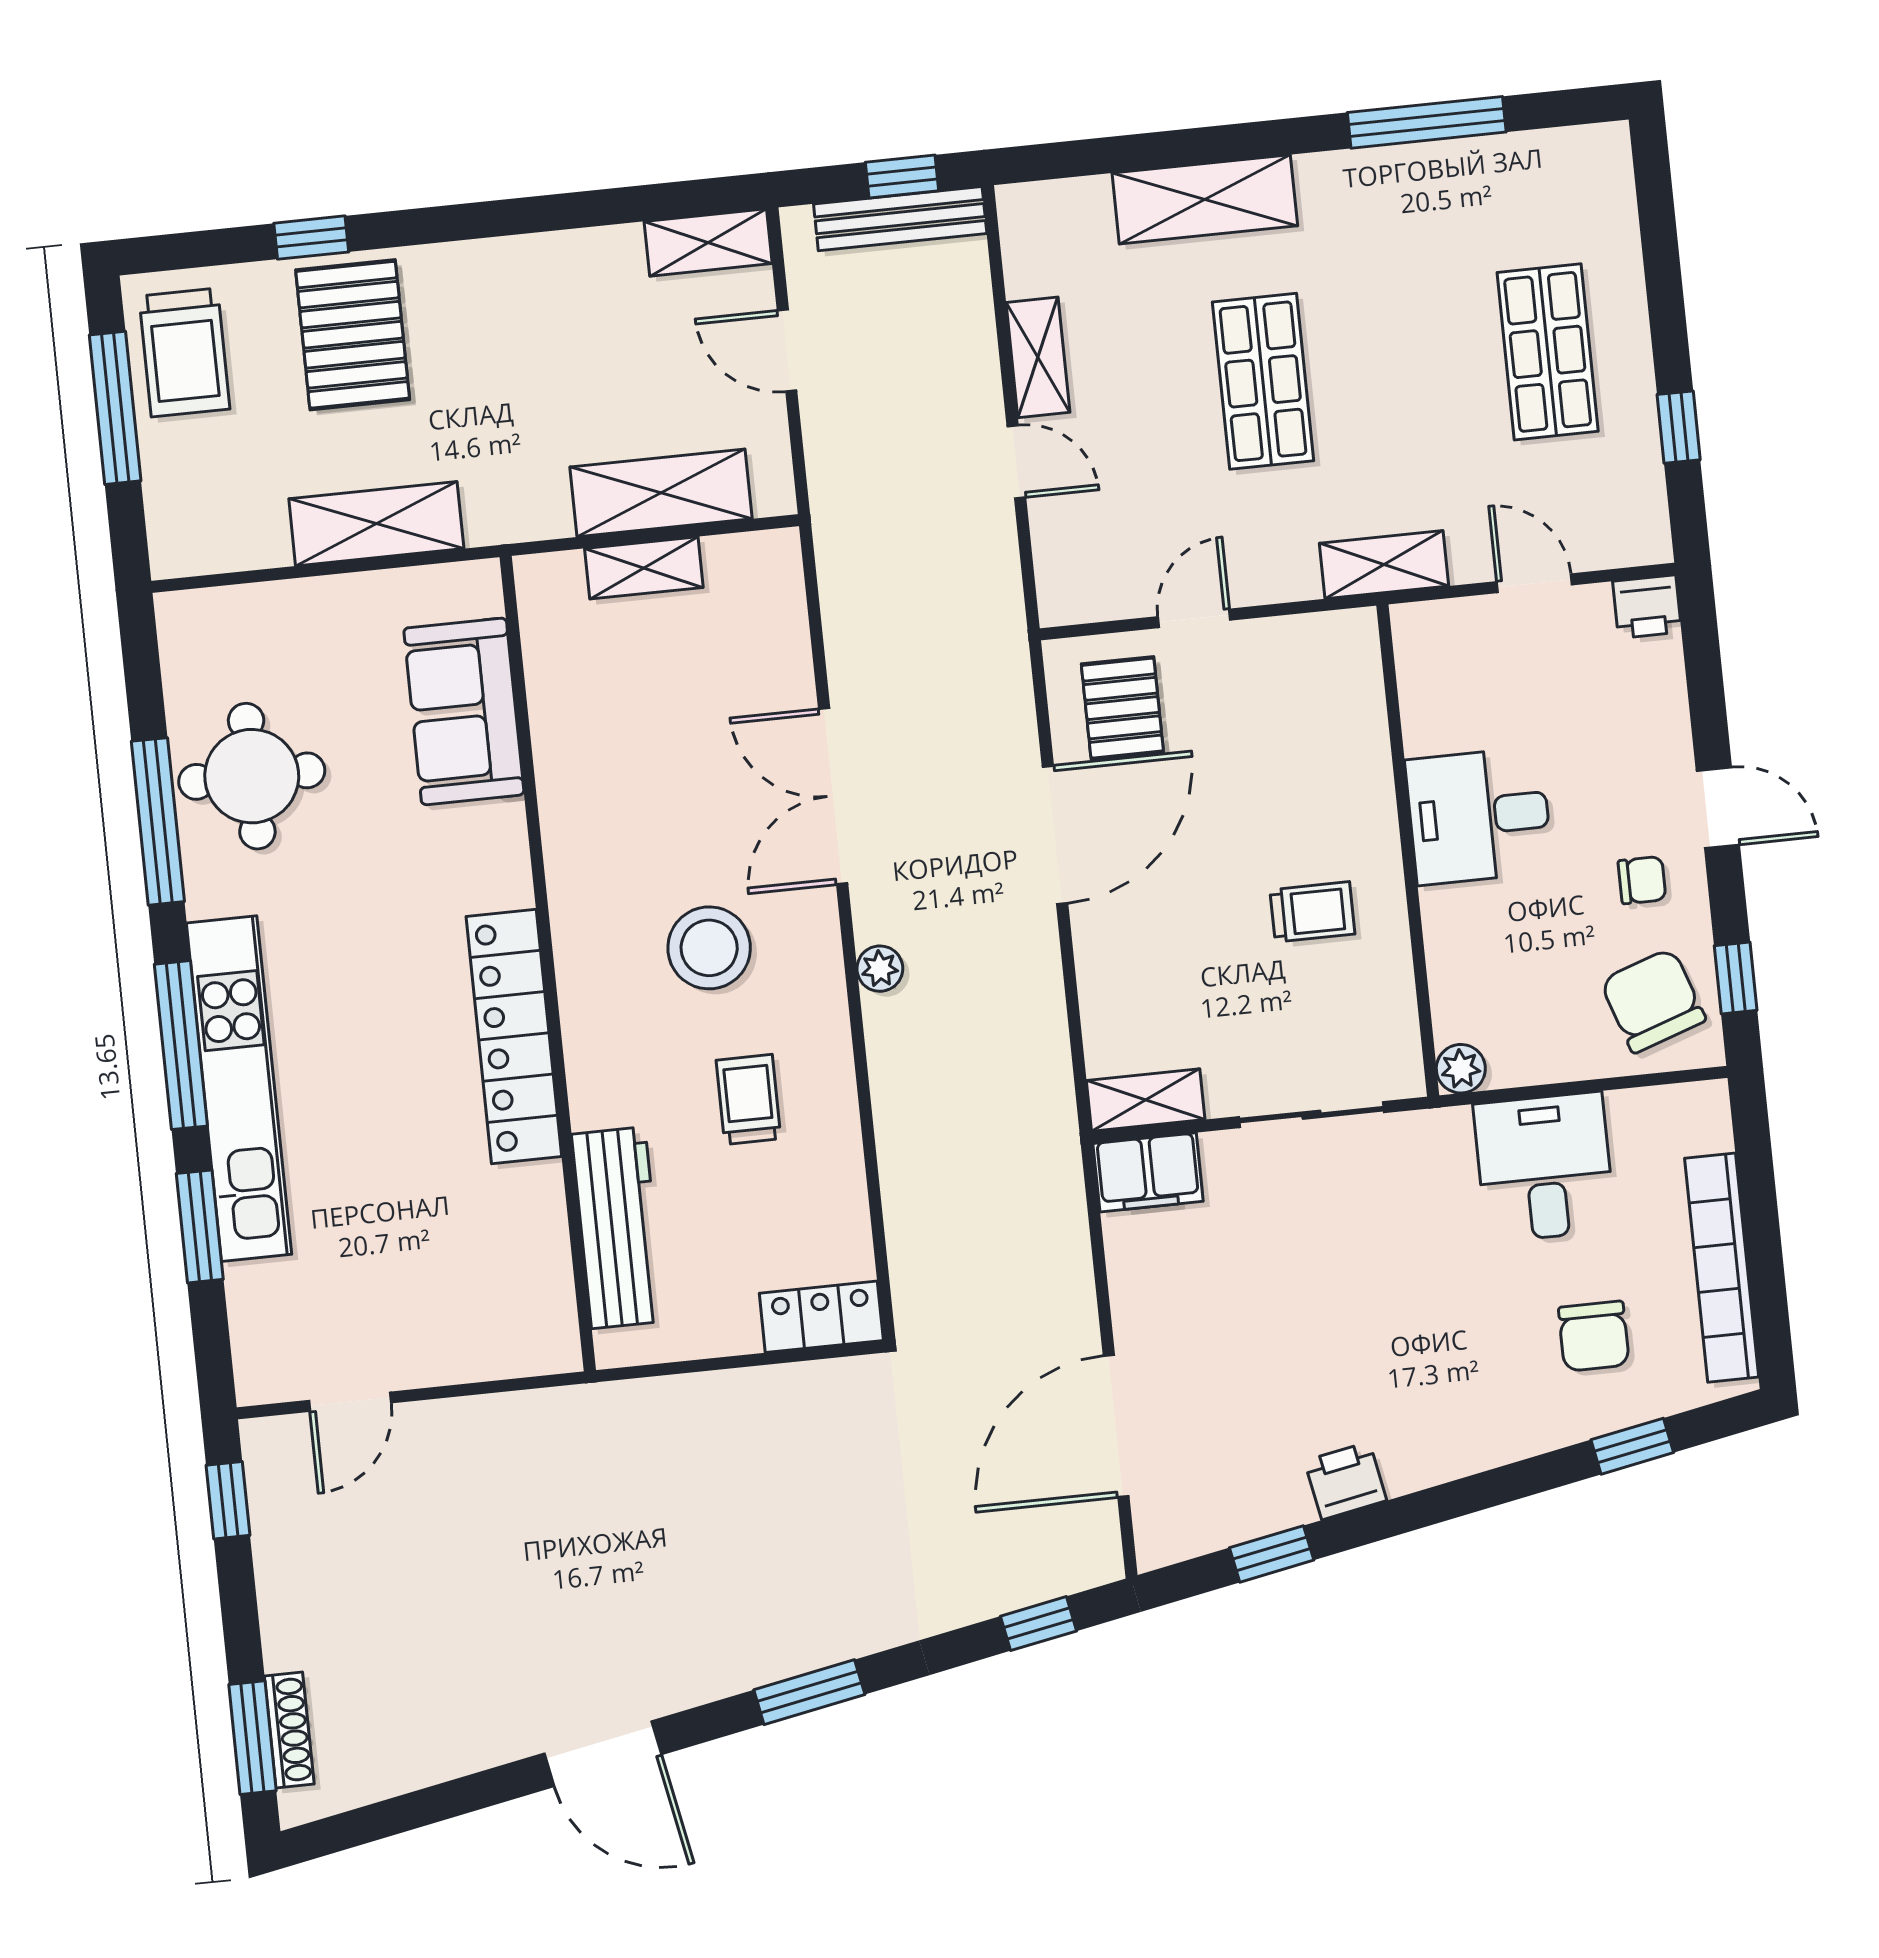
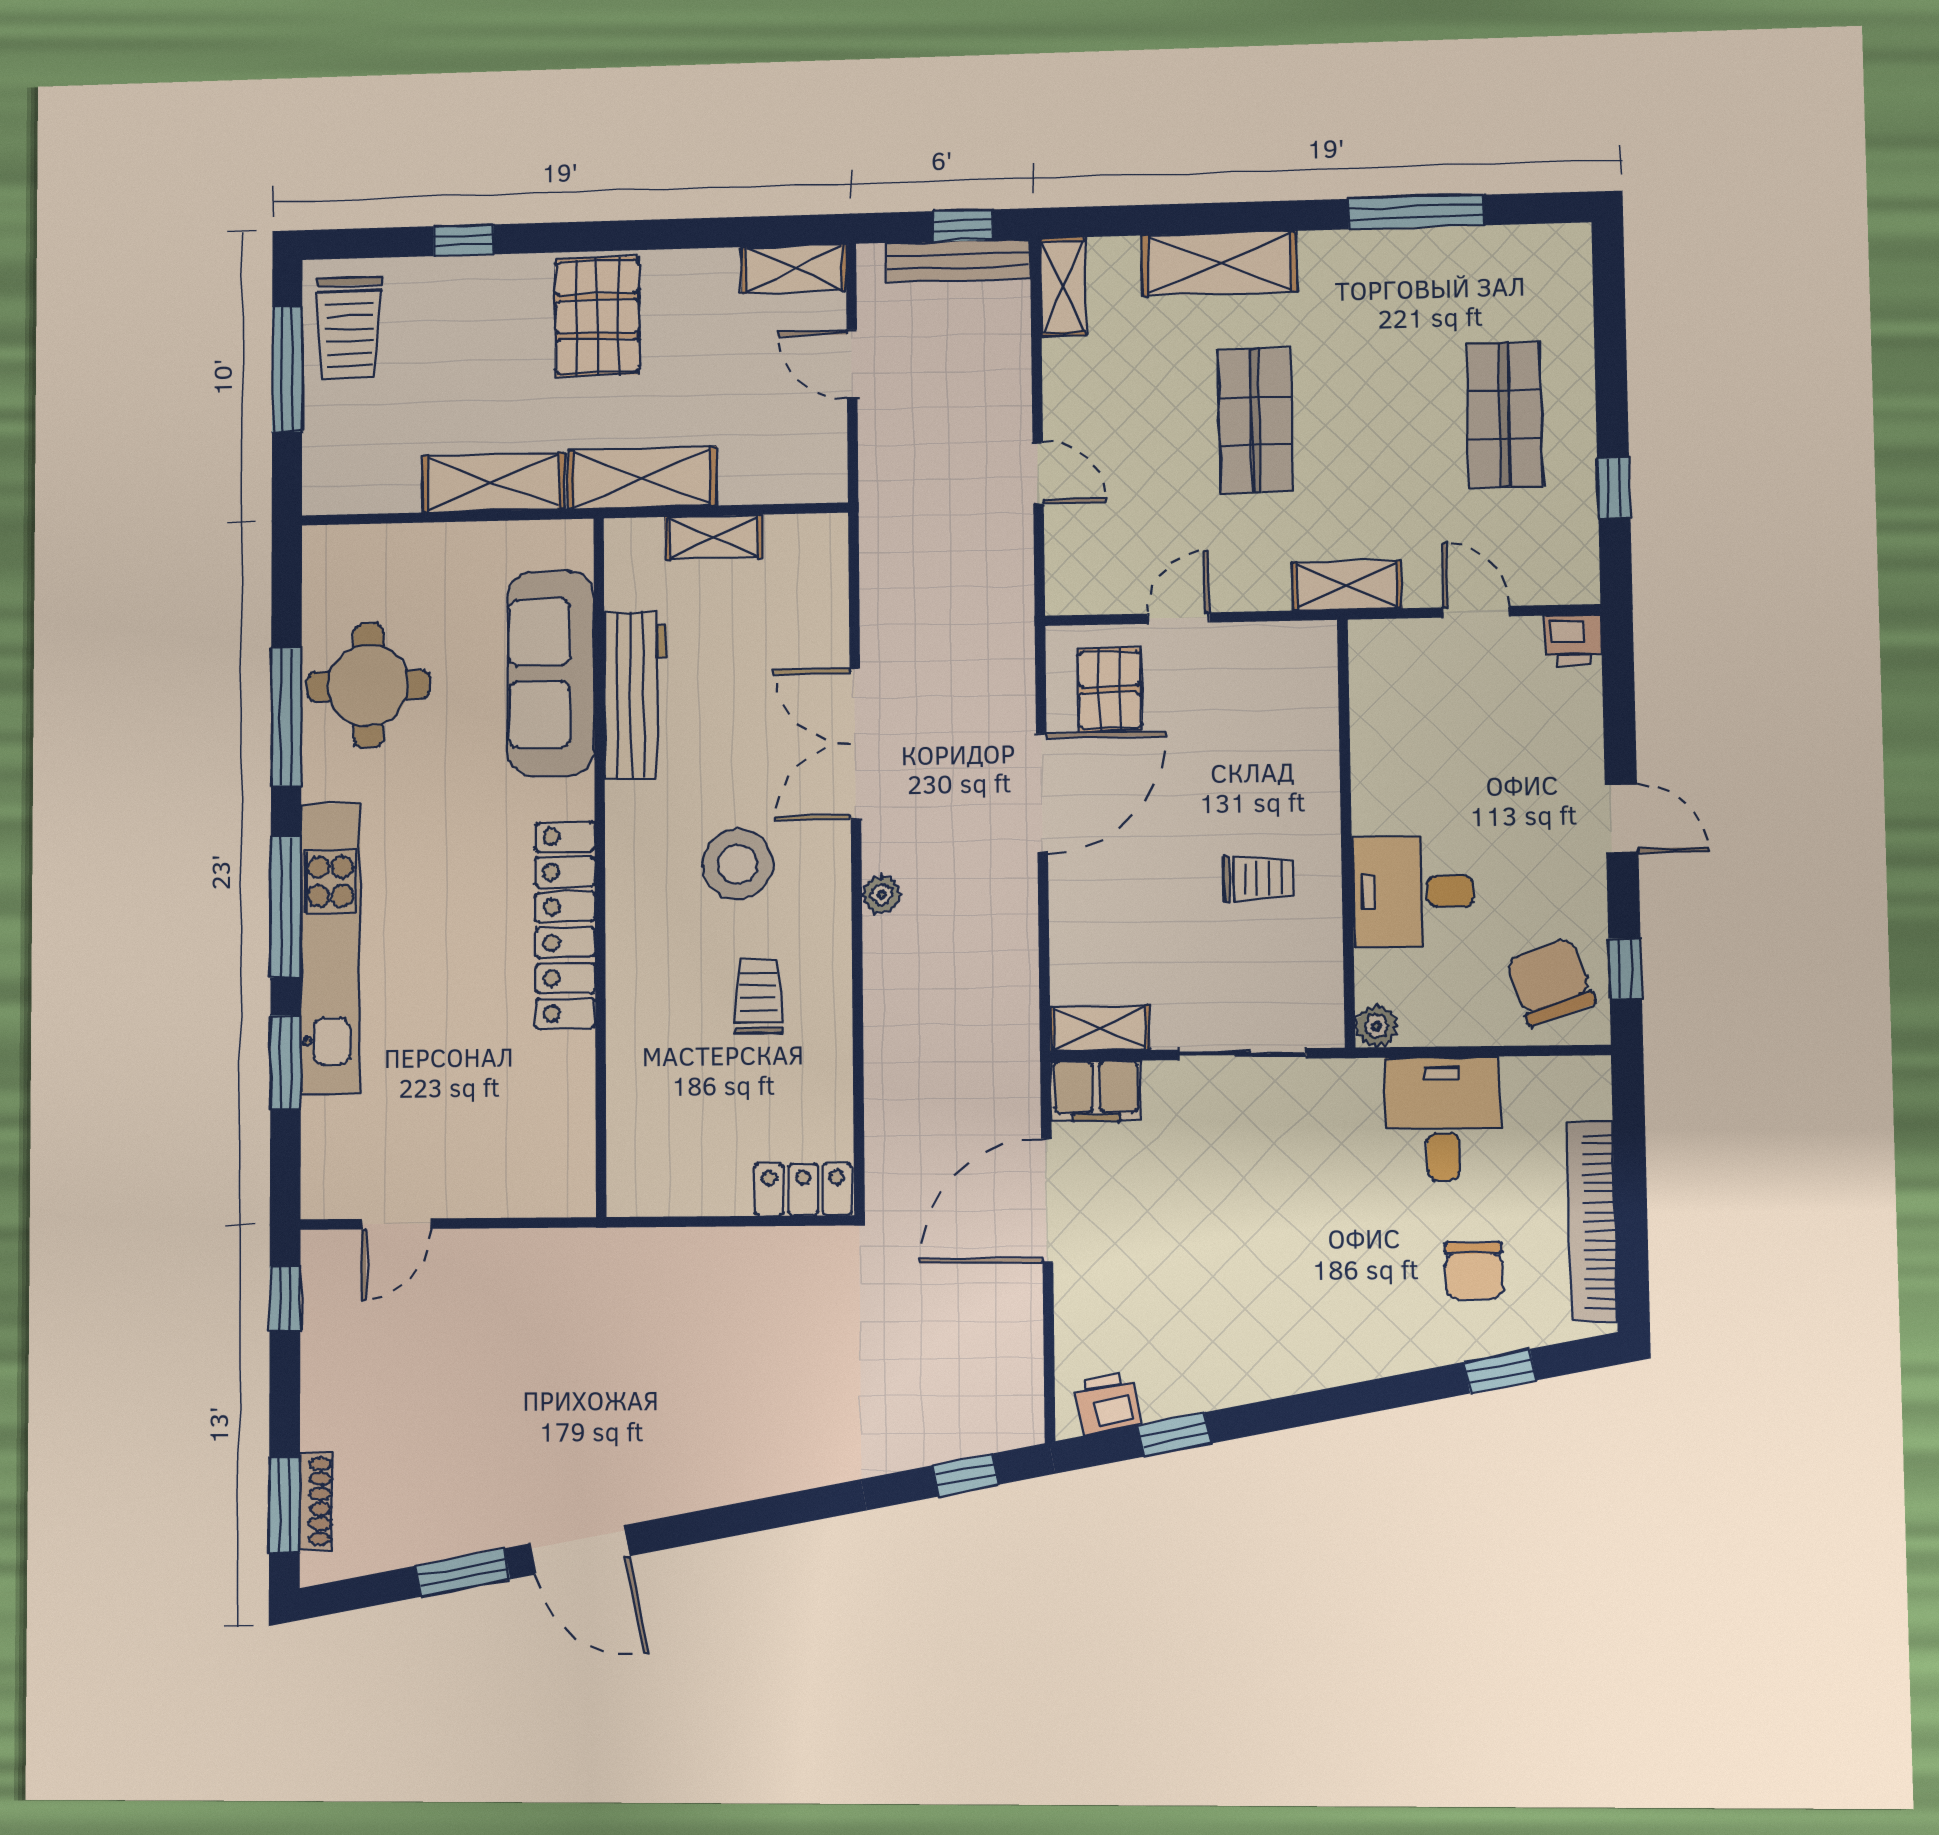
pallet: (353, 335) -> (597, 316), moved
shelving: (1038, 357) -> (1063, 287), moved
shelving: (661, 493) -> (642, 478), moved
sofa: (464, 711) -> (551, 673), width x1.36
desk: (1479, 816) -> (1413, 892), moved
chair: (1642, 880) -> (1549, 876), removed
workbench: (618, 1228) -> (635, 695), moved
door: (1116, 1426) -> (1047, 1201), moved
printer: (1346, 1481) -> (1107, 1403), moved
window: (809, 1692) -> (463, 1573), moved

